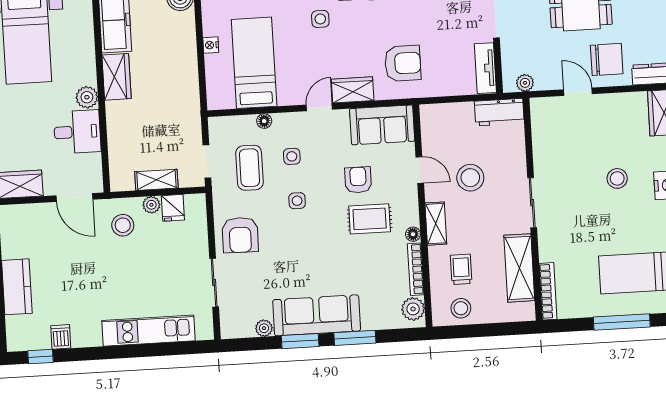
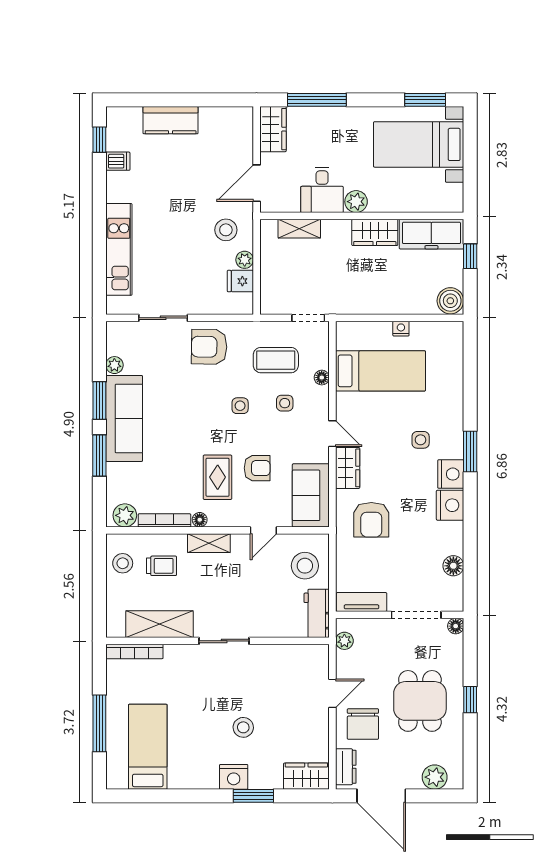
doorway: (207, 162) -> (308, 318), moved
stool: (470, 178) -> (305, 566), moved
shelving: (156, 180) -> (299, 229), moved, turned 90

